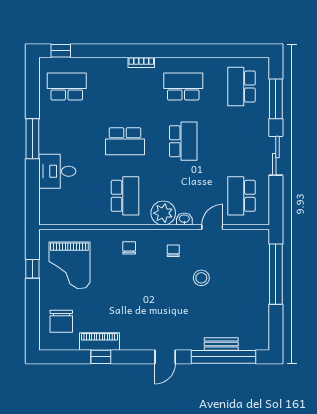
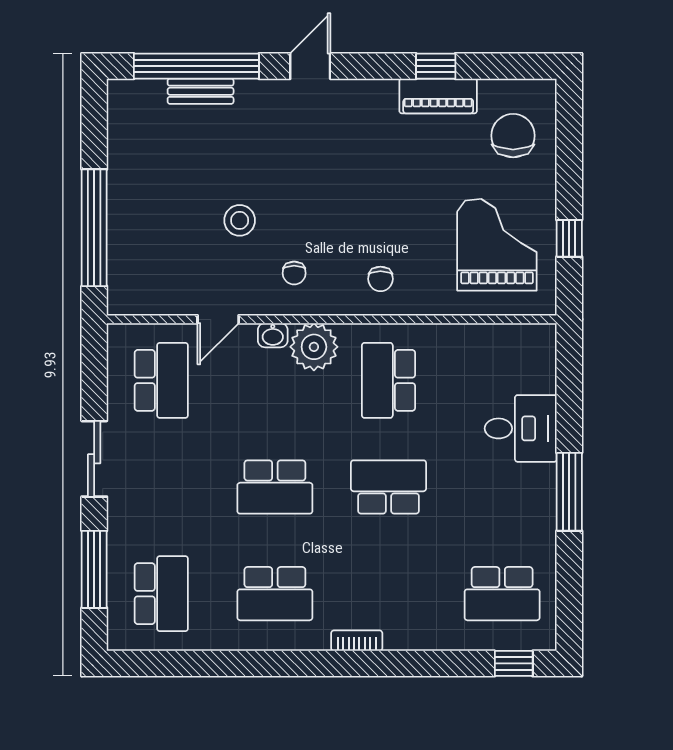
school desk: (183, 141) -> (275, 487), turned -90

